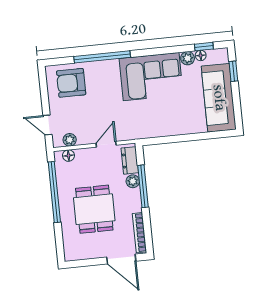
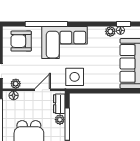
corner sofa: (151, 77) -> (64, 43), moved
side table: (146, 123) -> (75, 77), added

